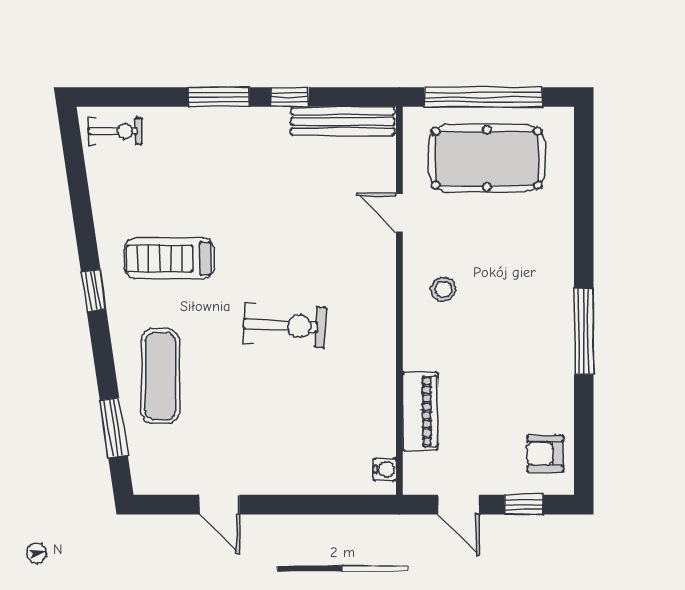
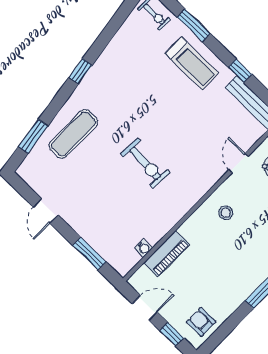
window: (219, 97) -> (194, 25), moved
treadmill: (169, 258) -> (192, 63), moved, turned 180
water cooler: (385, 469) -> (144, 248), moved
window: (325, 505) -> (89, 254), added
door: (459, 505) -> (145, 308), swing flipped

